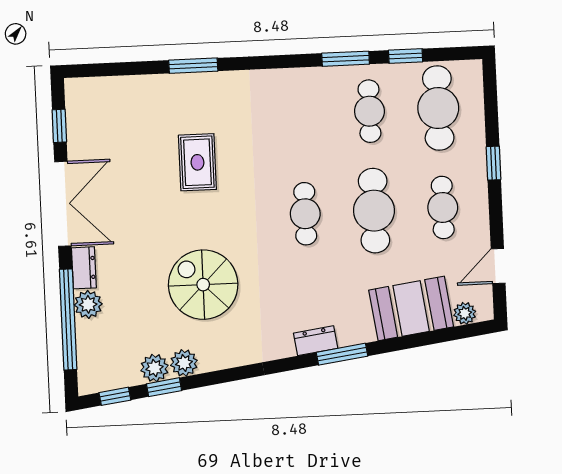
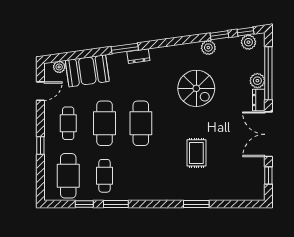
cafe table: (305, 214) -> (141, 123), width x1.37, depth x1.35
plant: (155, 368) -> (248, 42), moved

